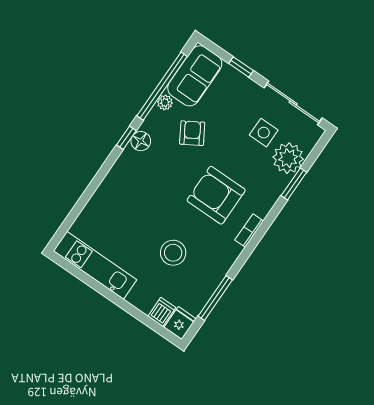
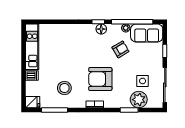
armchair: (216, 195) -> (100, 79), turned -90
stool: (173, 253) -> (64, 88), moved
dishwasher: (162, 312) -> (32, 75), moved

